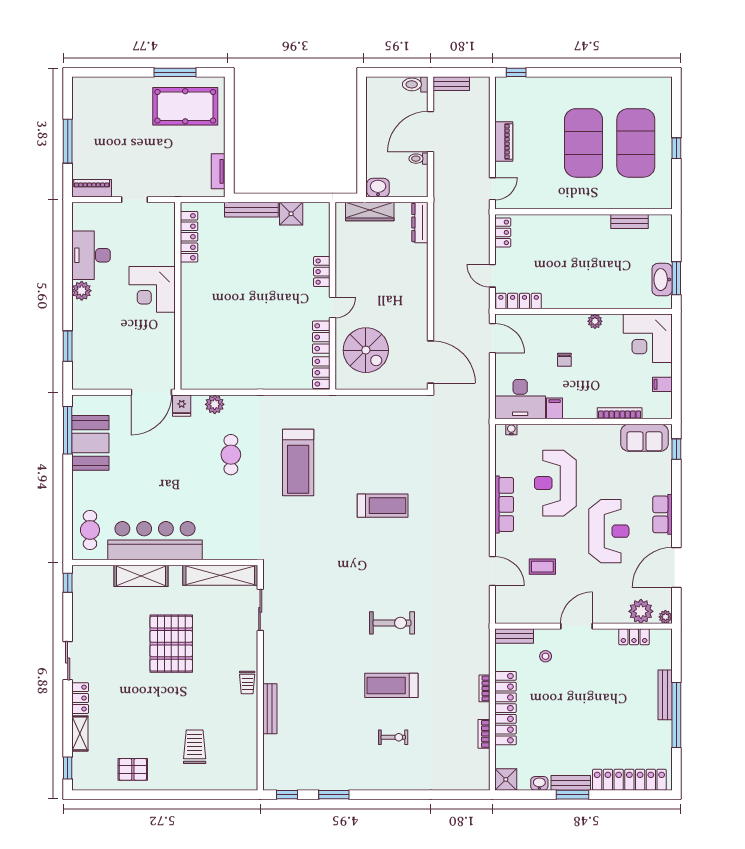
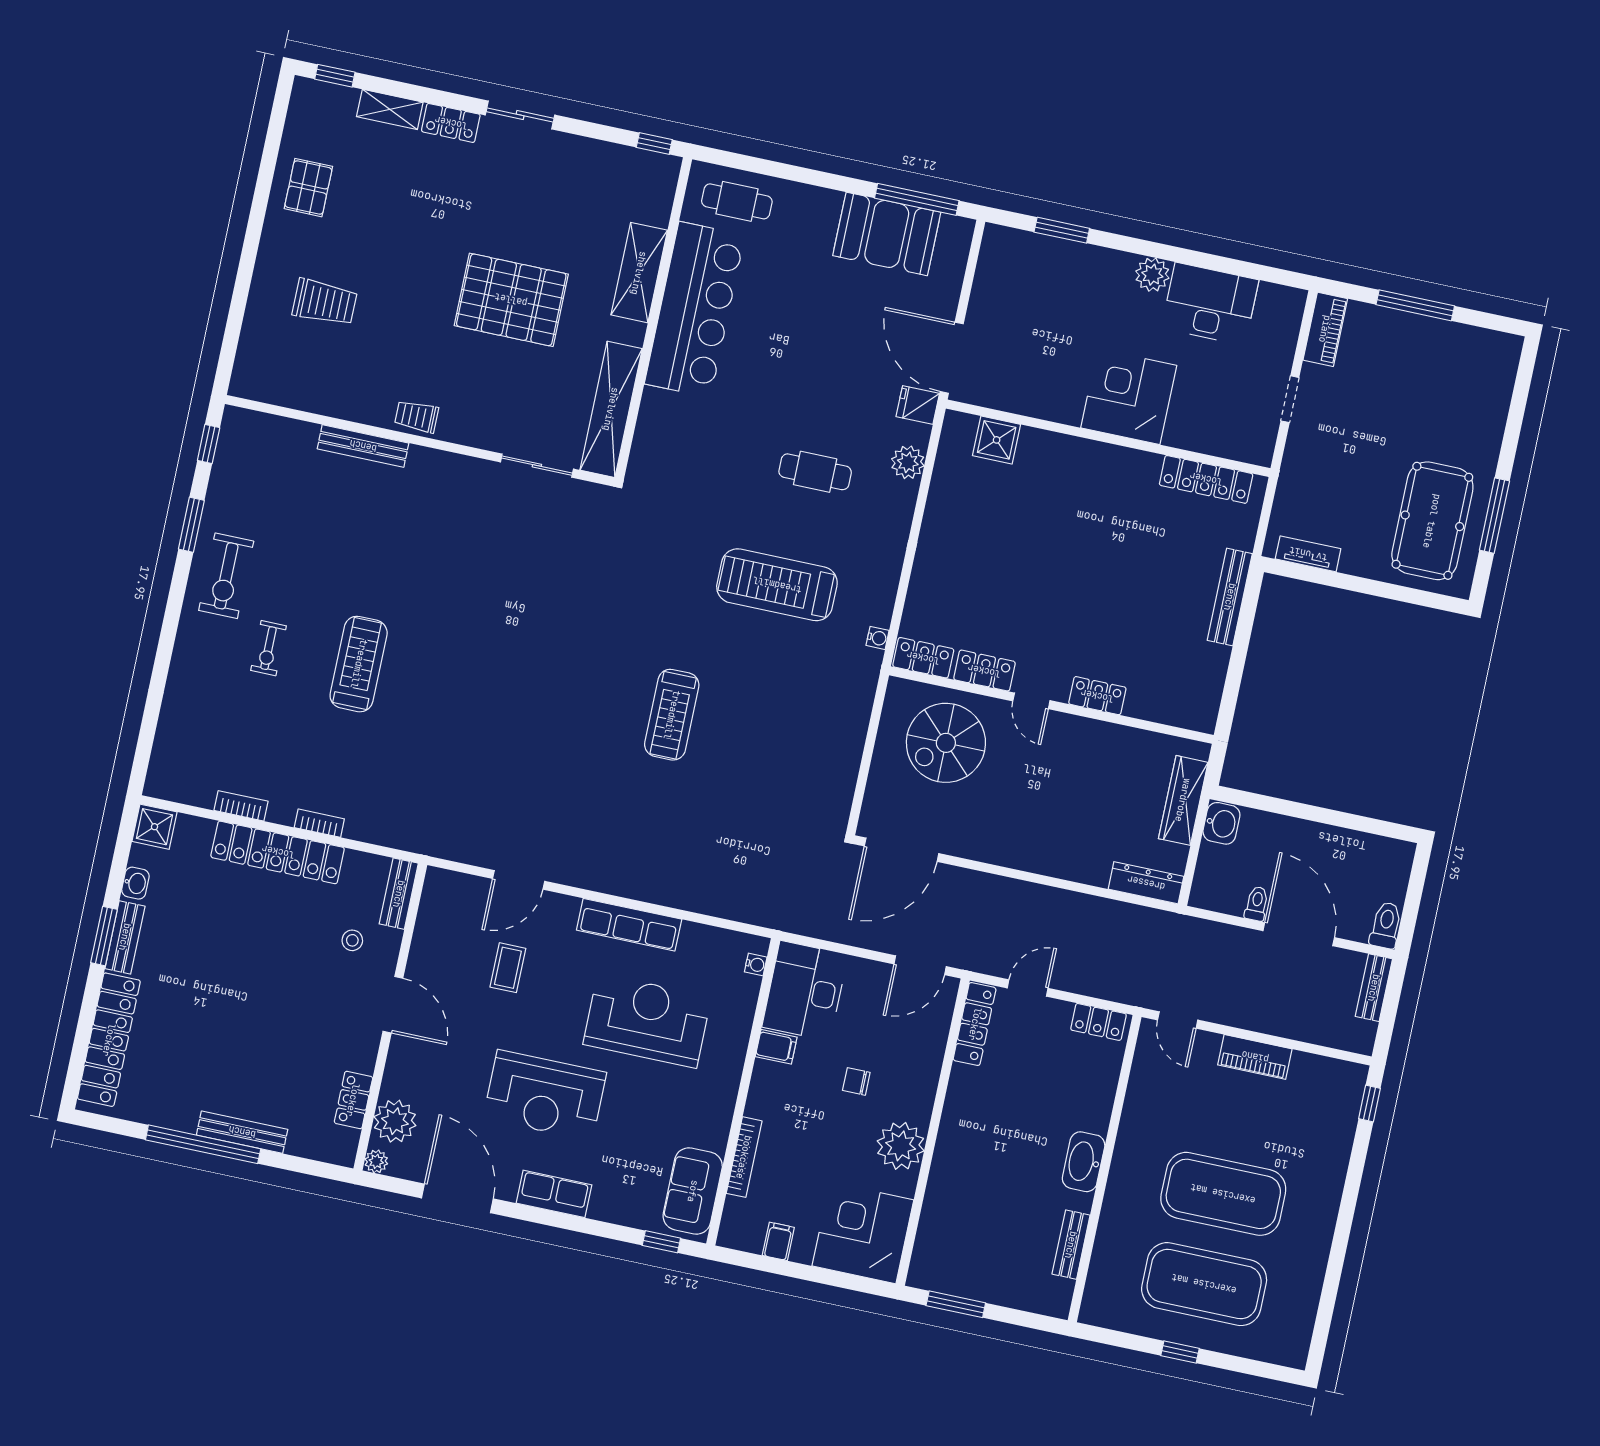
shower: (291, 214) -> (997, 440), moved
washbasin: (662, 280) -> (1084, 1162), moved, turned -90
plant: (595, 321) -> (901, 1146), width x1.87, depth x1.87
water cooler: (316, 400) -> (878, 638), added
exercise bike: (392, 623) -> (226, 576), moved

